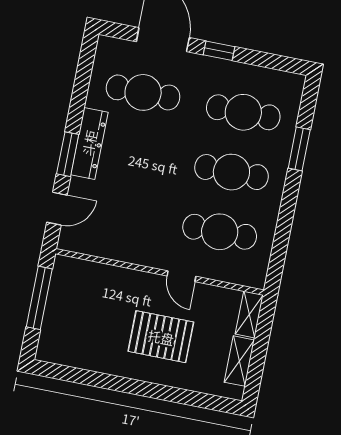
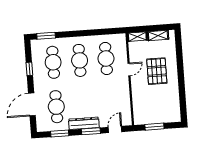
window: (219, 51) -> (29, 69), moved
window: (82, 84) -> (60, 133), added
window: (299, 149) -> (46, 36), moved
door: (57, 209) -> (115, 129), hinge flipped
window: (39, 298) -> (154, 127), width x0.69

